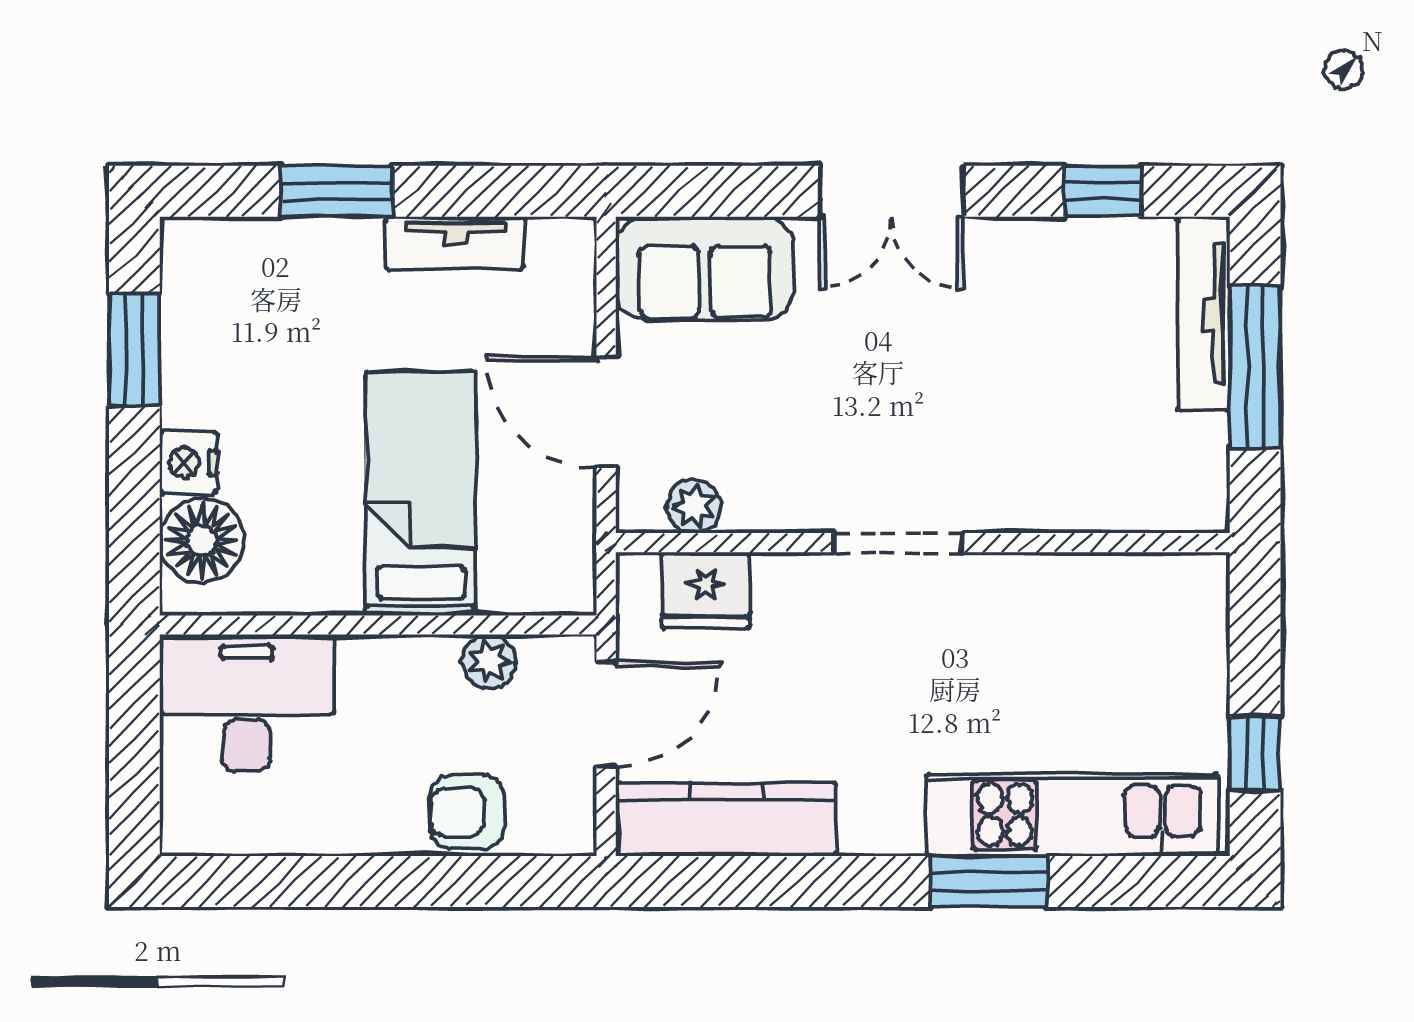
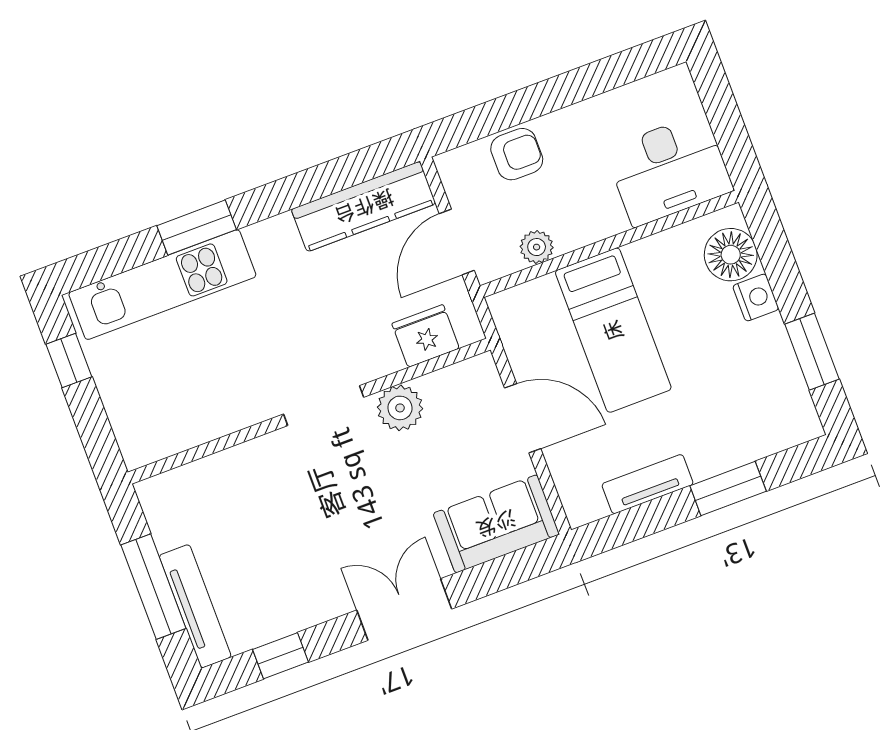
plant: (694, 506) -> (400, 408), moved, width x1.38, depth x1.38

